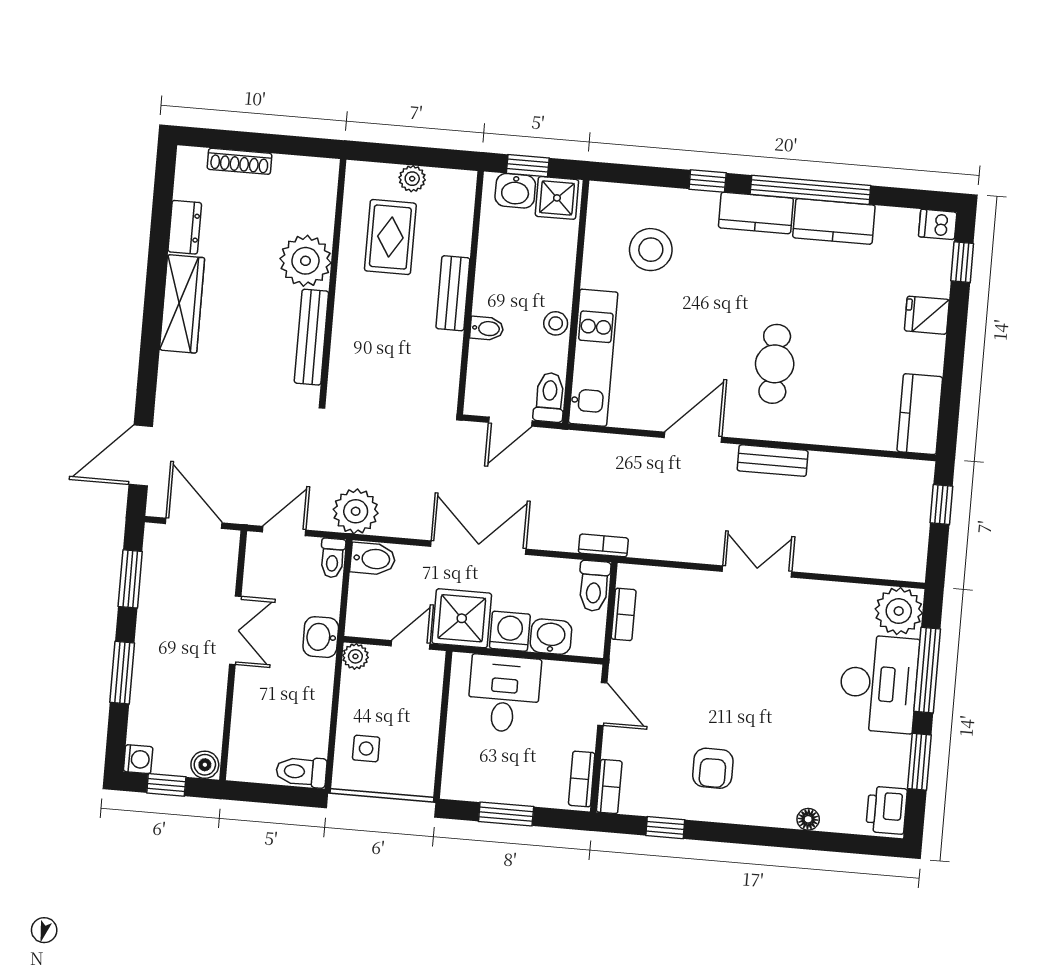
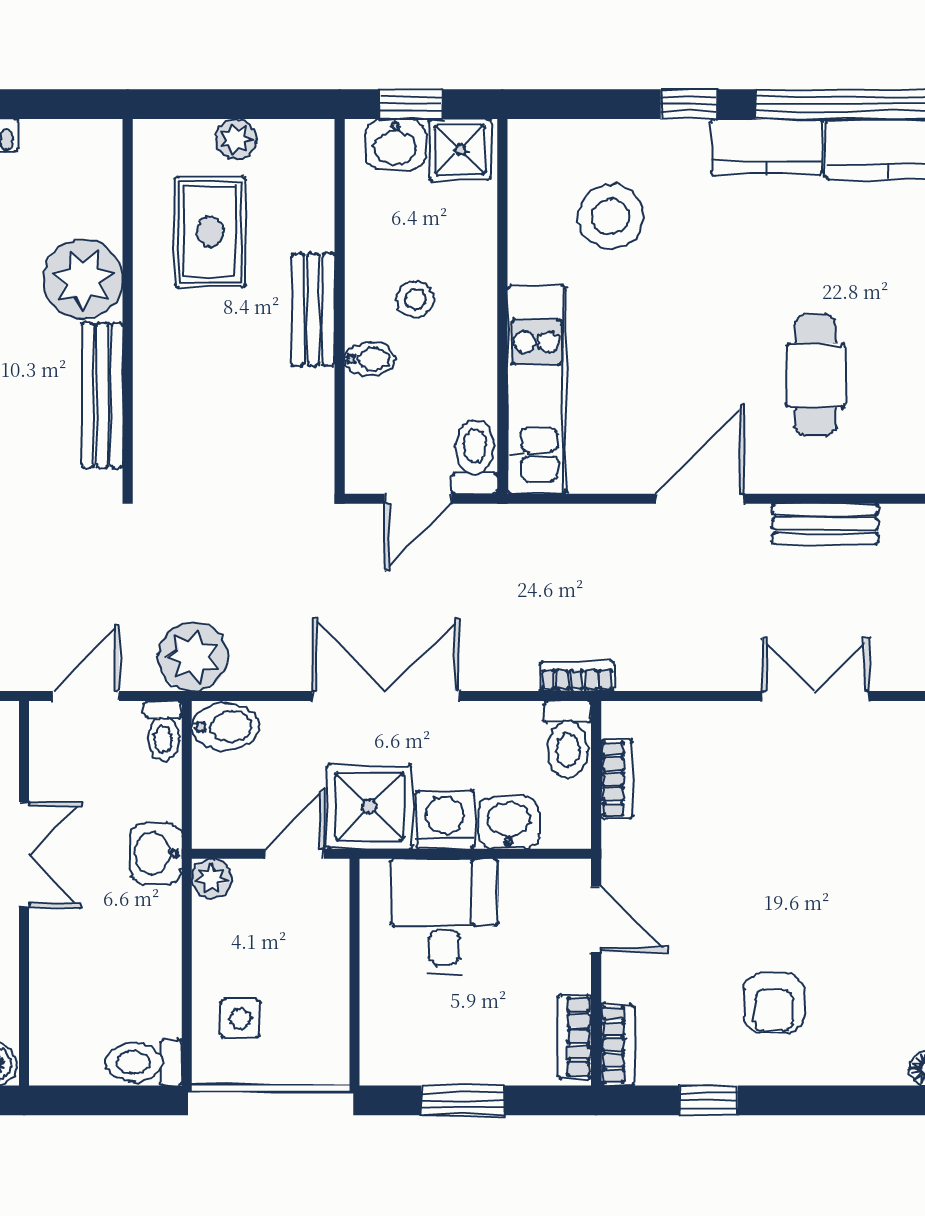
stool: (556, 323) -> (415, 299), moved

